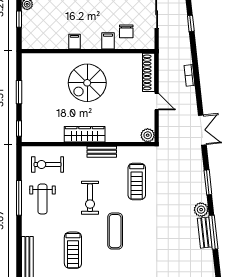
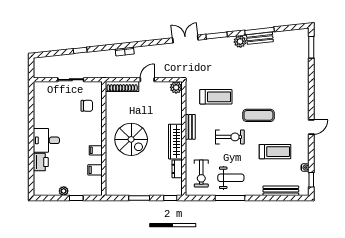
filing cabinet: (108, 41) -> (95, 170), moved
double door: (202, 130) -> (185, 39), moved
dresser: (53, 136) -> (177, 169), added

